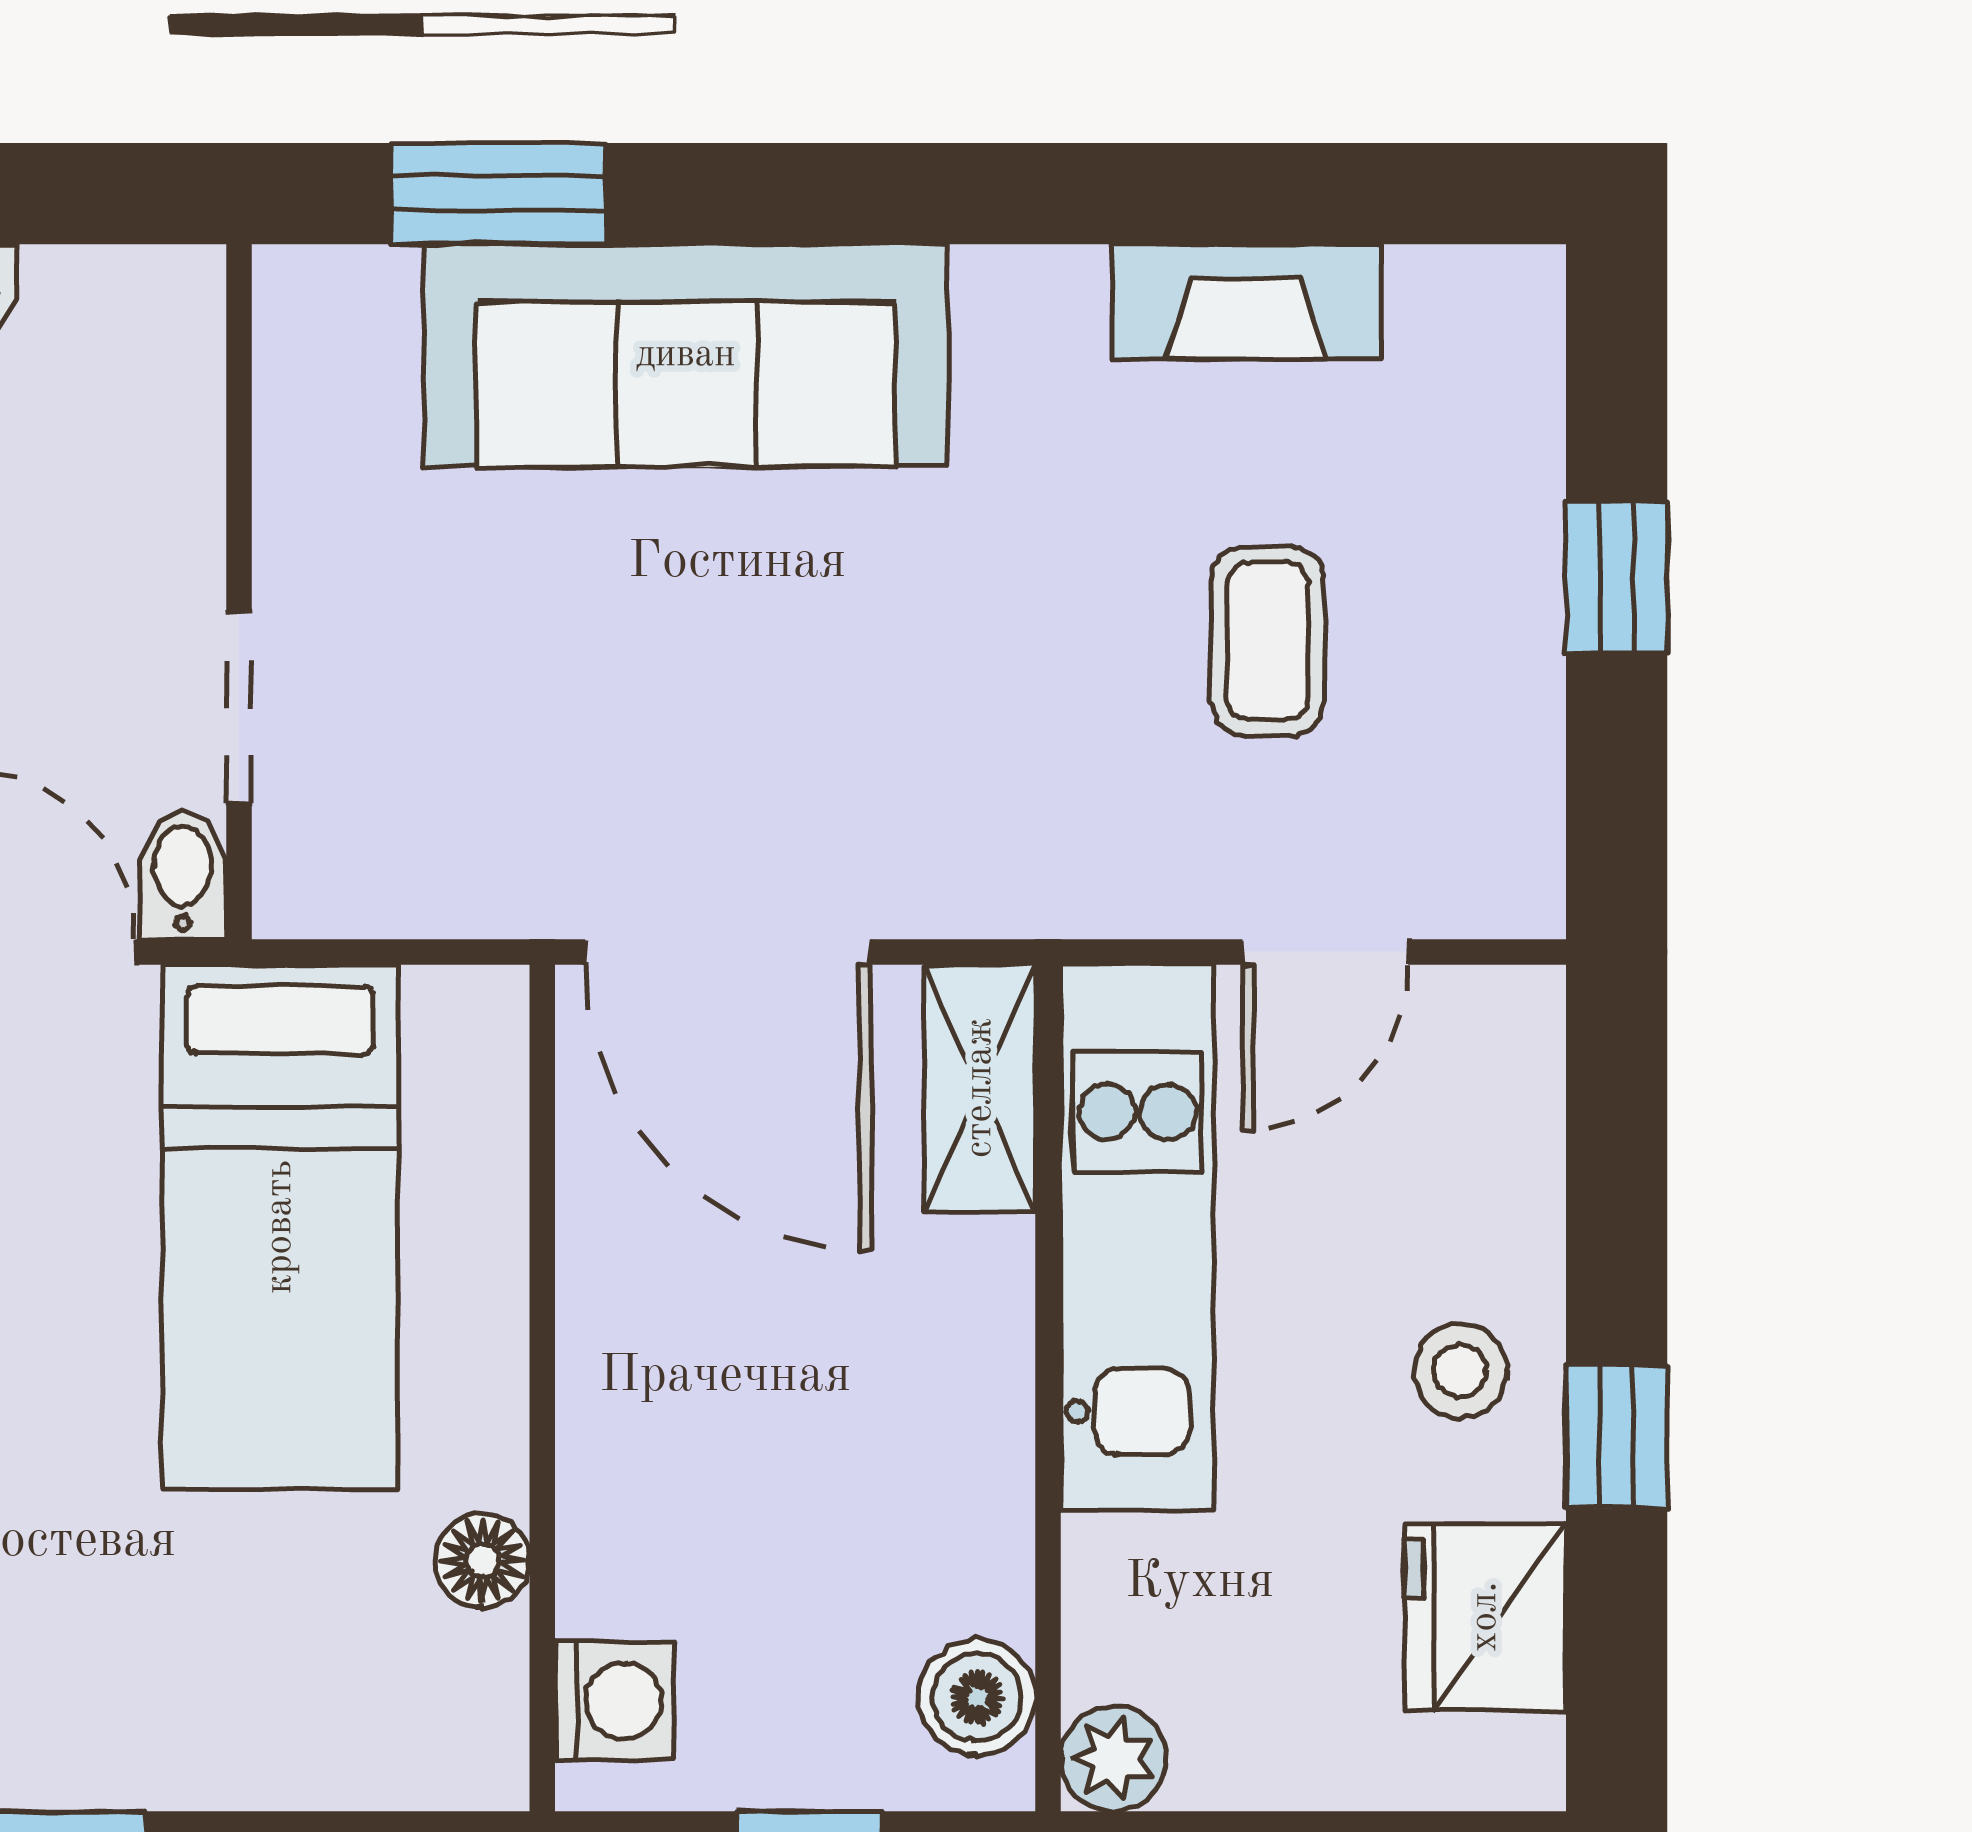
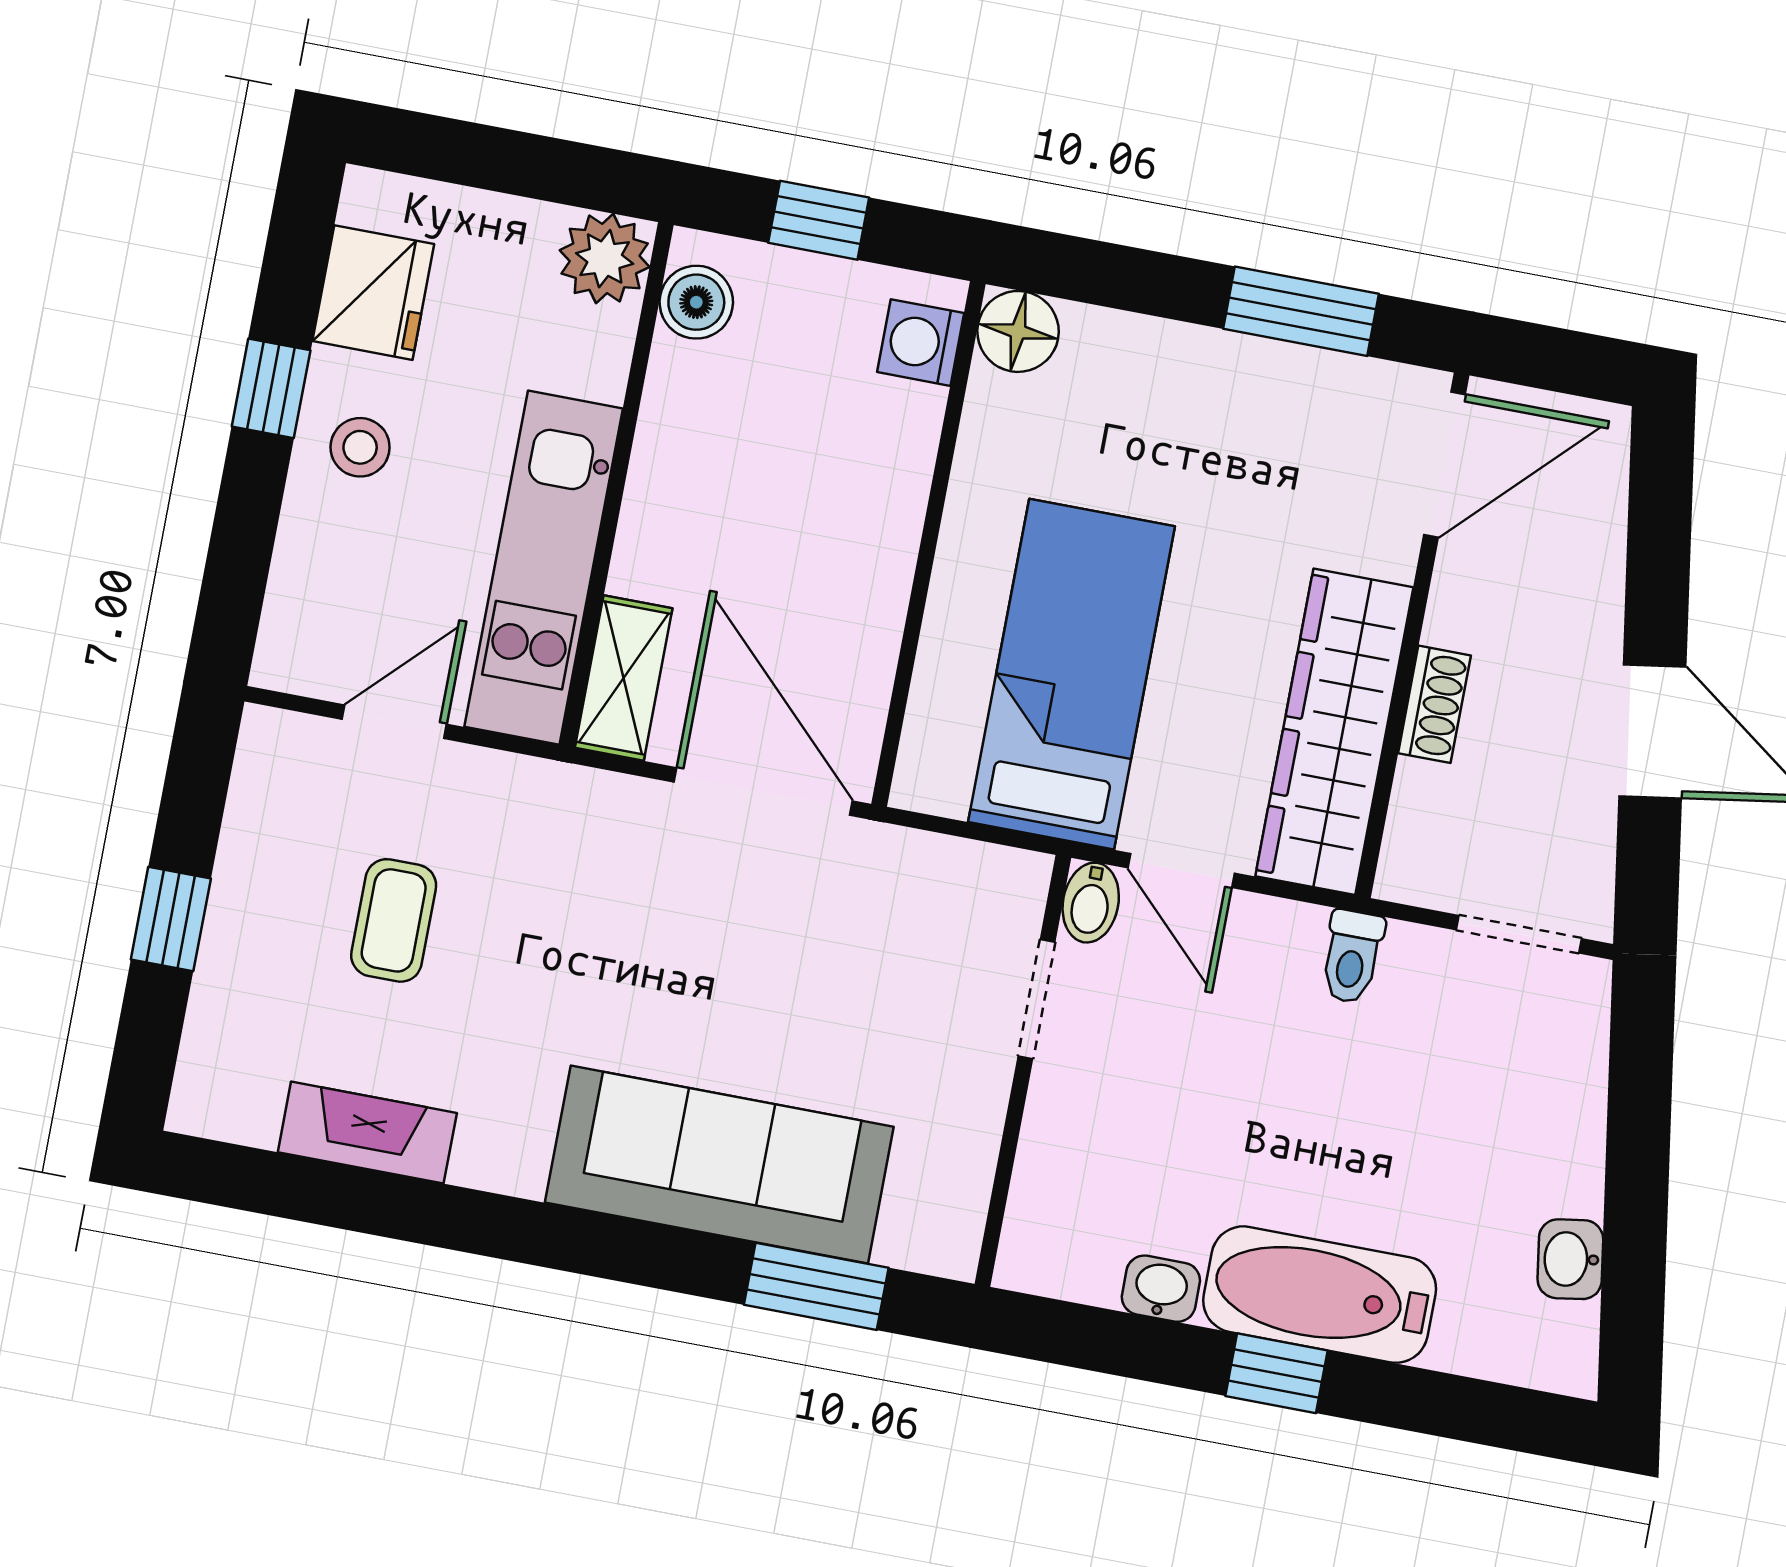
floor lamp: (483, 1561) -> (1018, 331), moved, width x1.37, depth x1.37
plant: (1113, 1758) -> (605, 259), width x1.38, depth x1.38

